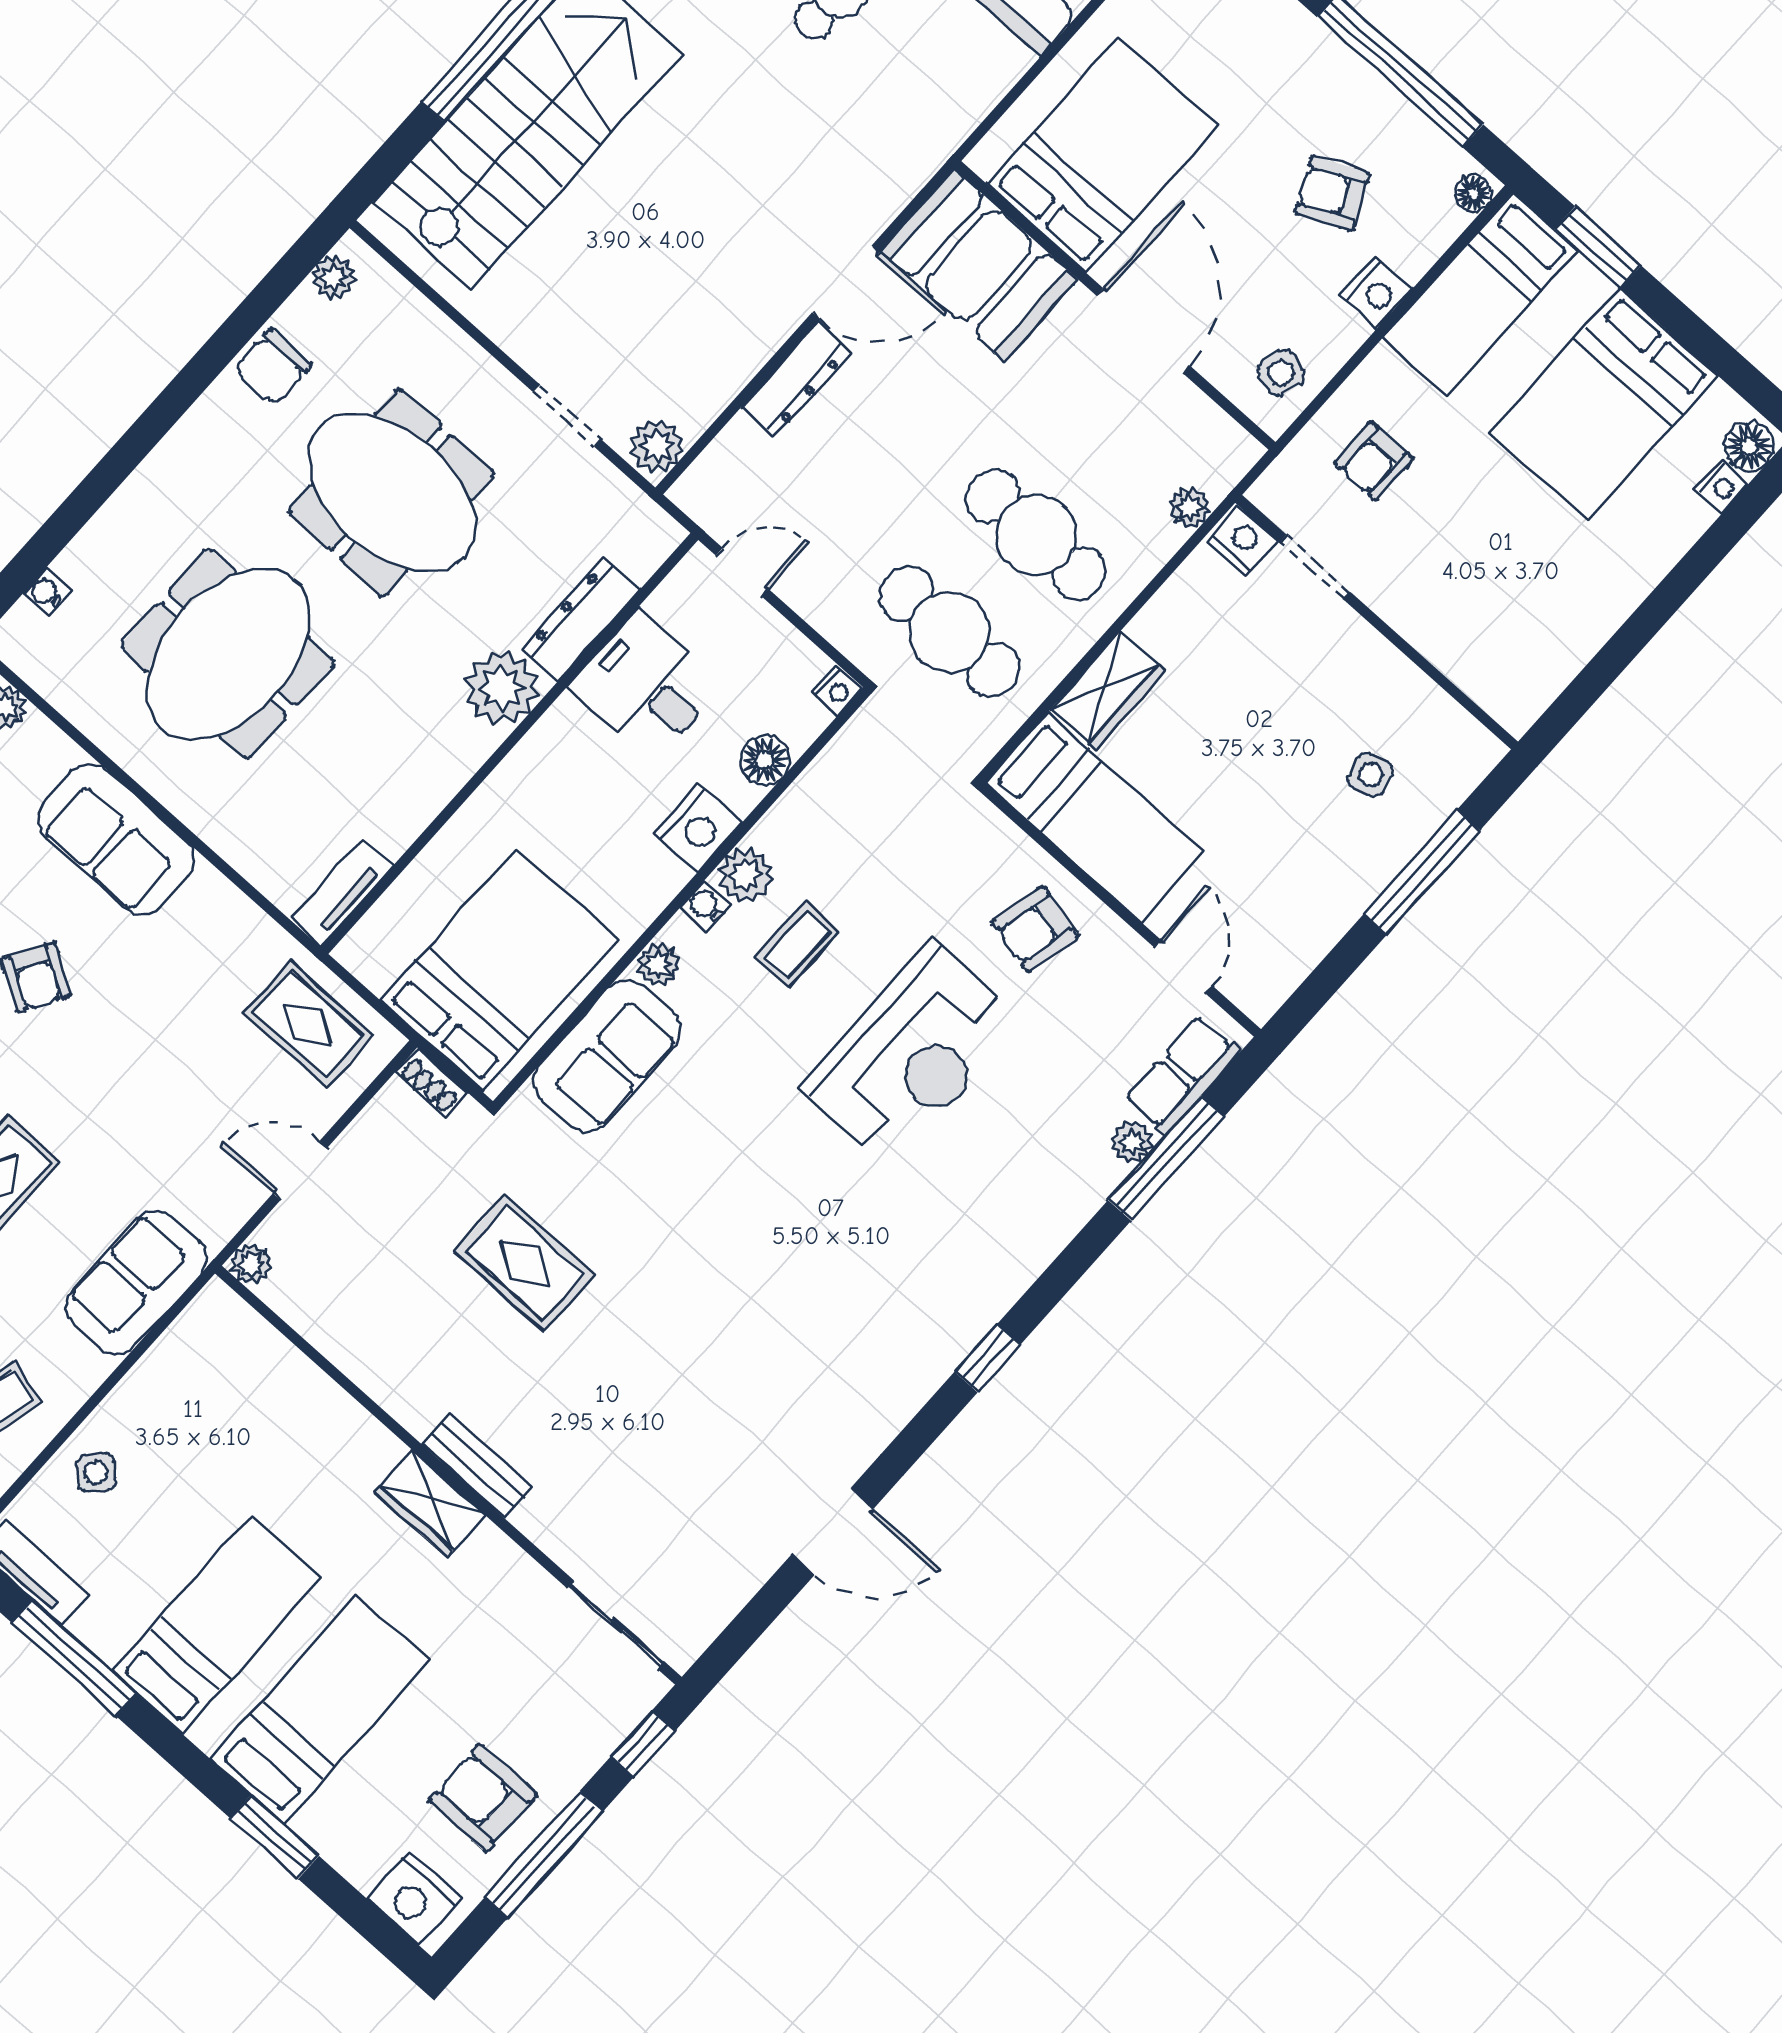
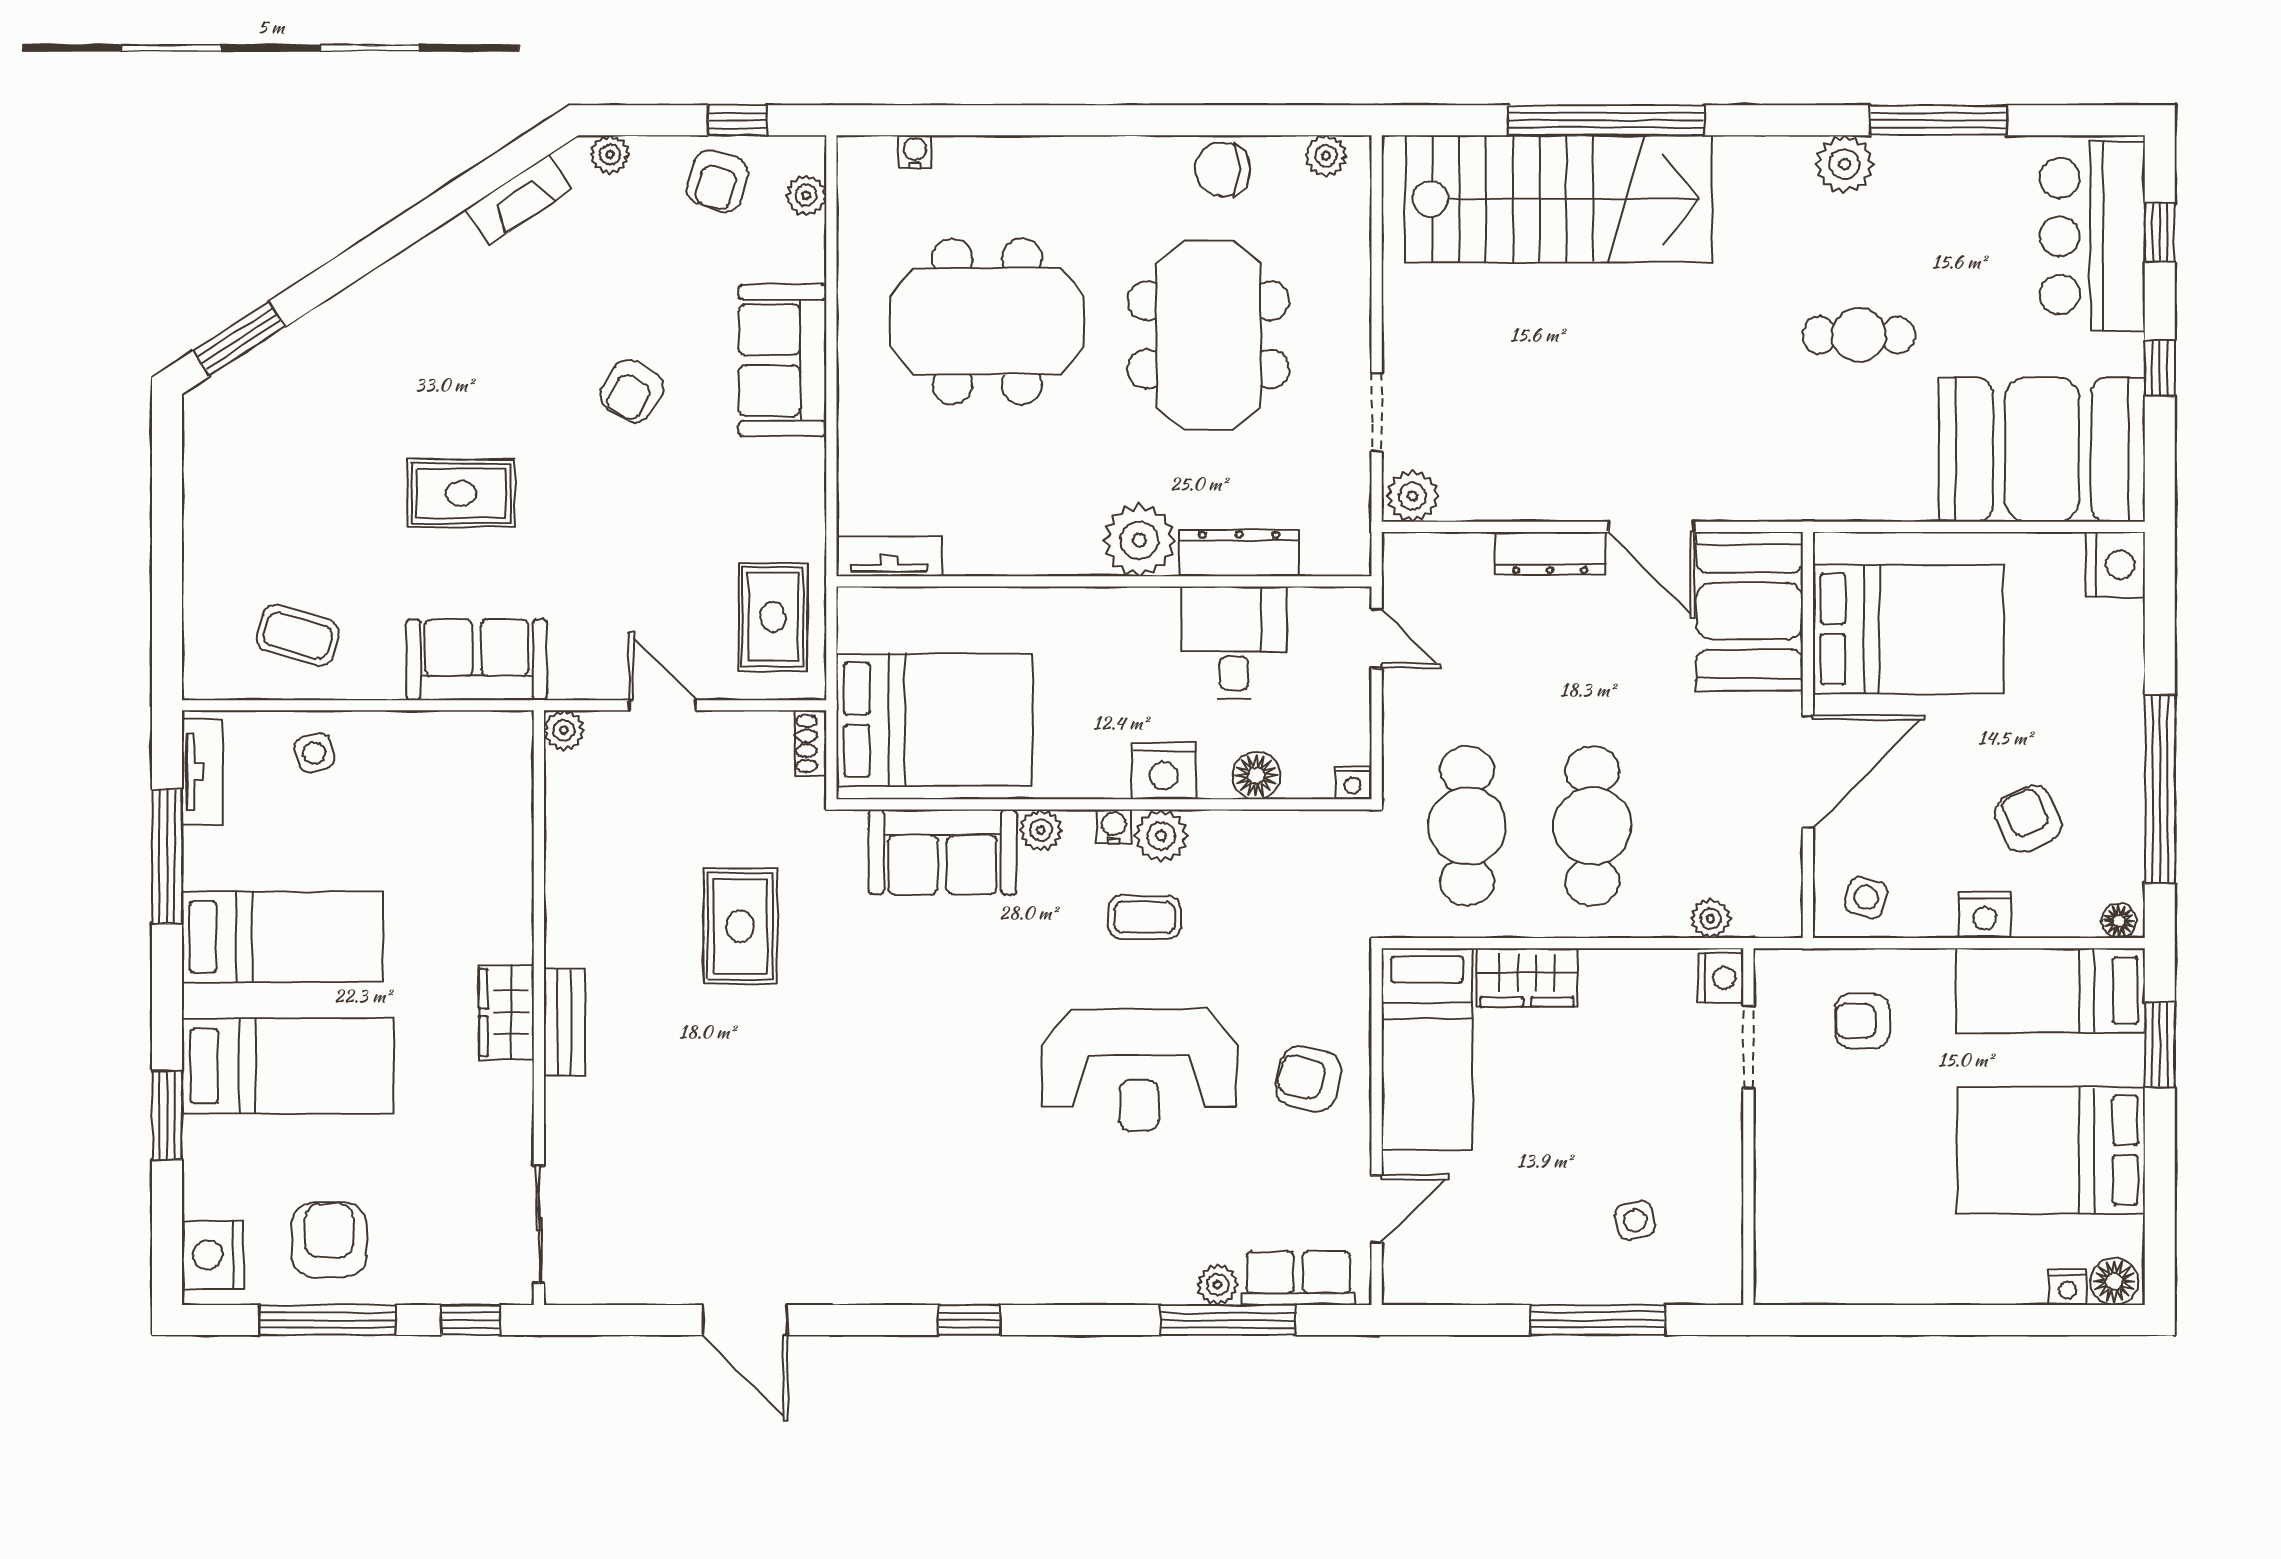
side table: (96, 1473) -> (314, 753), turned 33

